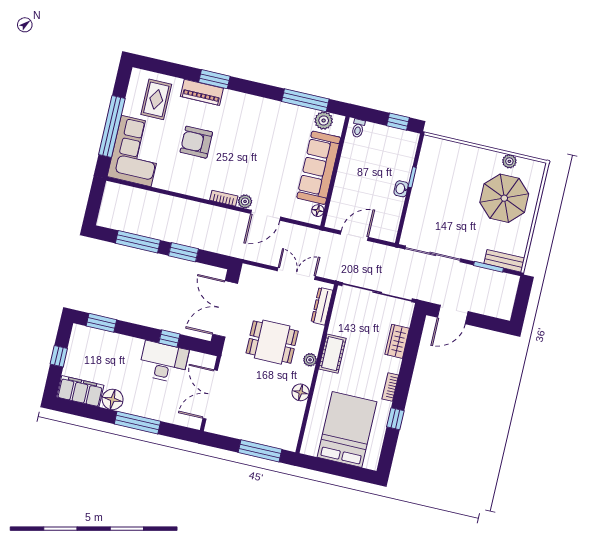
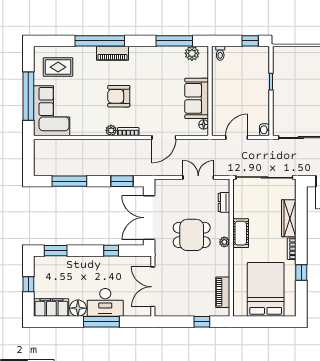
window: (214, 79) -> (100, 41), width x2.11
piano: (202, 92) -> (112, 53), moved
rug: (156, 99) -> (58, 67), turned 90
armchair: (196, 142) -> (119, 96), moved
sofa: (319, 168) -> (197, 98), width x0.73
washbasin: (401, 189) -> (265, 130), moved
plant: (245, 201) -> (111, 130), moved
window: (183, 252) -> (122, 181), moved
dresser: (322, 306) -> (224, 202), width x0.70
wardrobe: (397, 341) -> (289, 218), width x1.50
desk: (164, 362) -> (105, 302), moved, turned 180
floor lamp: (301, 392) -> (223, 269), removed
piano: (294, 421) -> (223, 292), added
window: (260, 451) -> (202, 322), width x0.46

